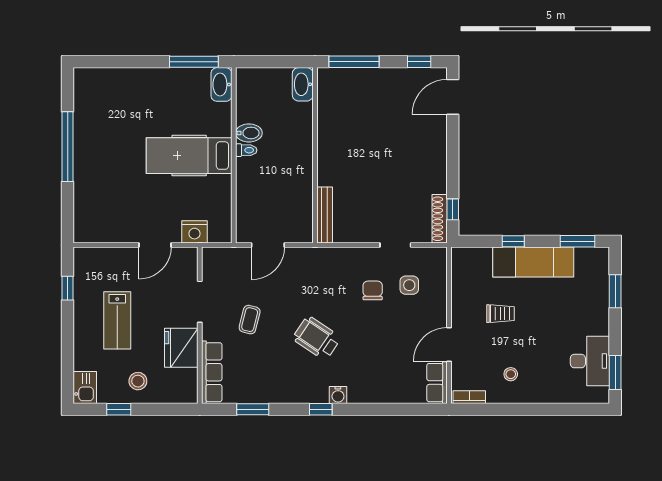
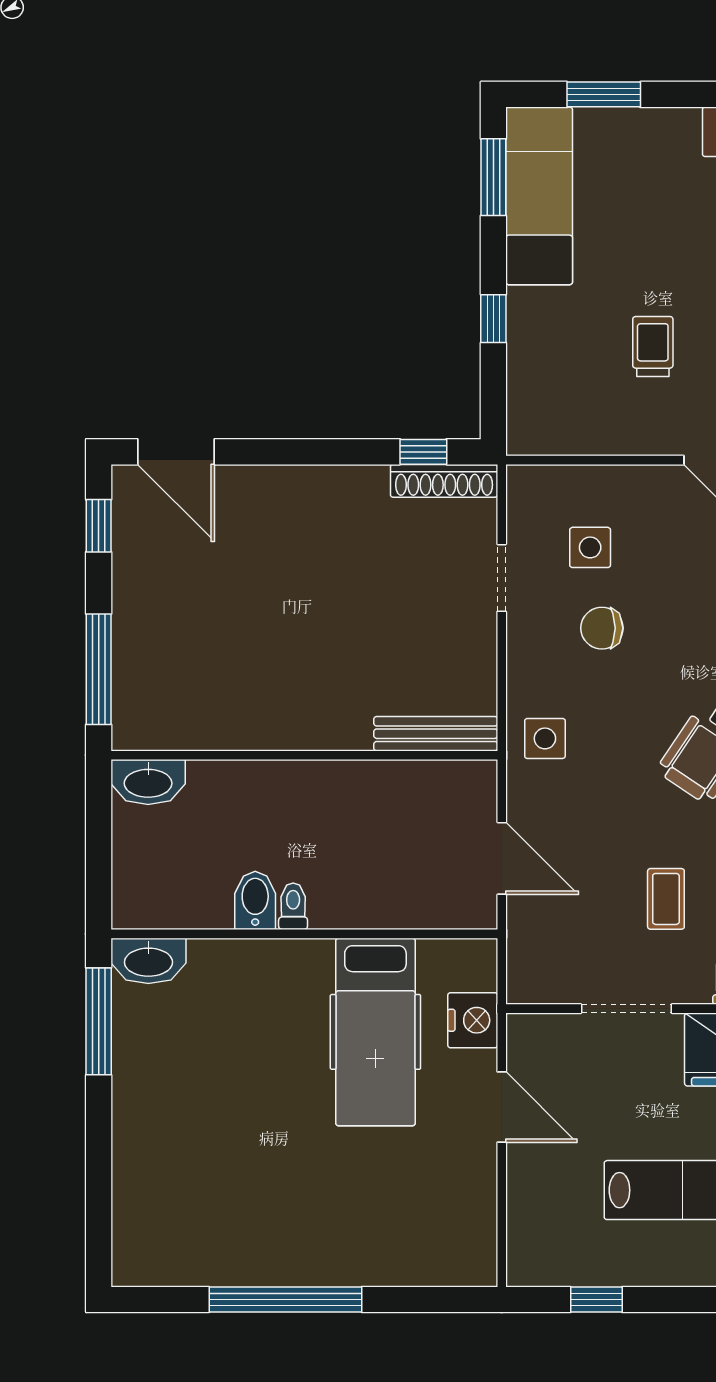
hospital bed: (189, 156) -> (375, 1032), moved
exam couch: (533, 262) -> (539, 196), moved
side table: (322, 265) -> (545, 738), added
coffee table: (250, 320) -> (666, 899), turned 76

